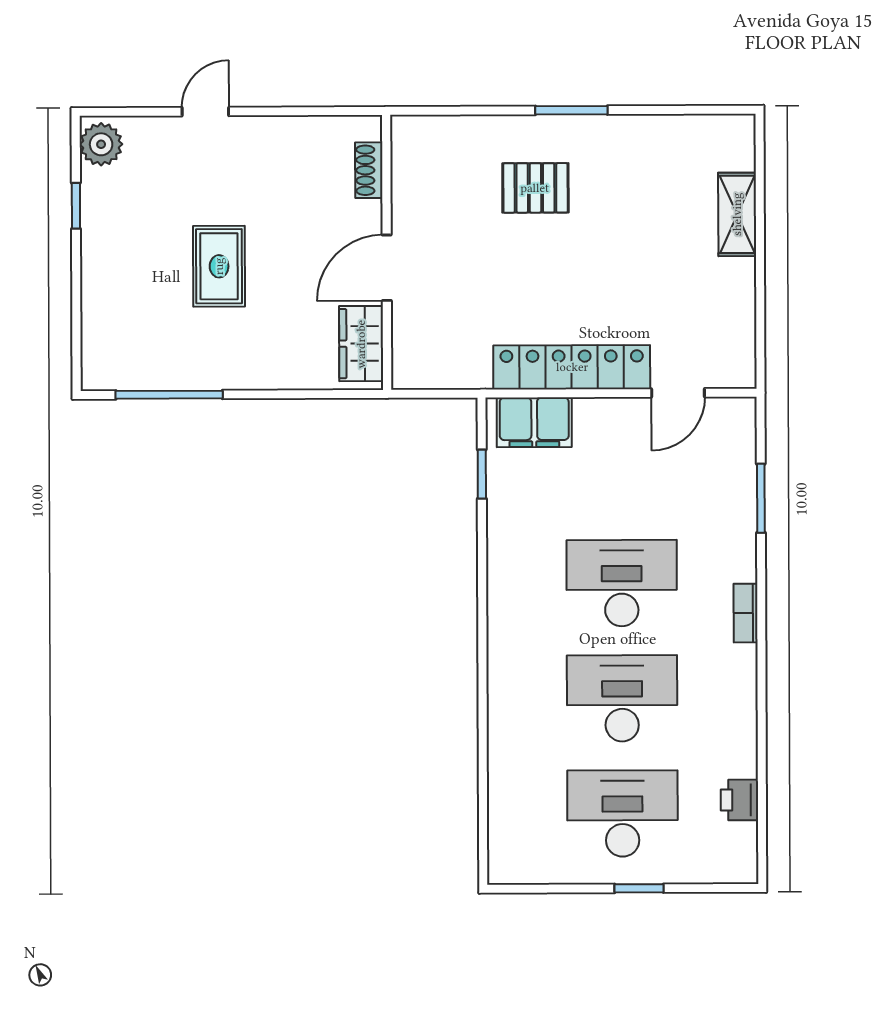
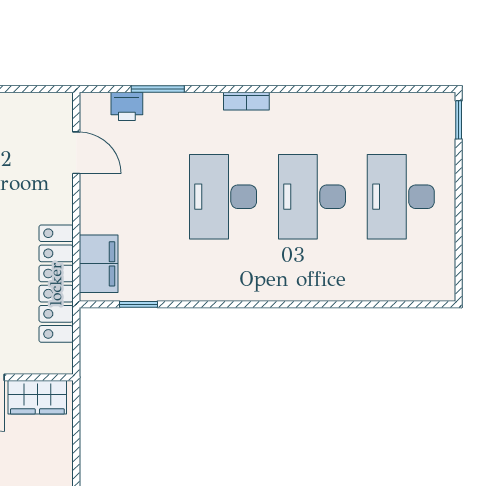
locker: (572, 367) -> (56, 284), moved
printer: (739, 800) -> (127, 106), moved
window: (639, 888) -> (459, 120), moved

